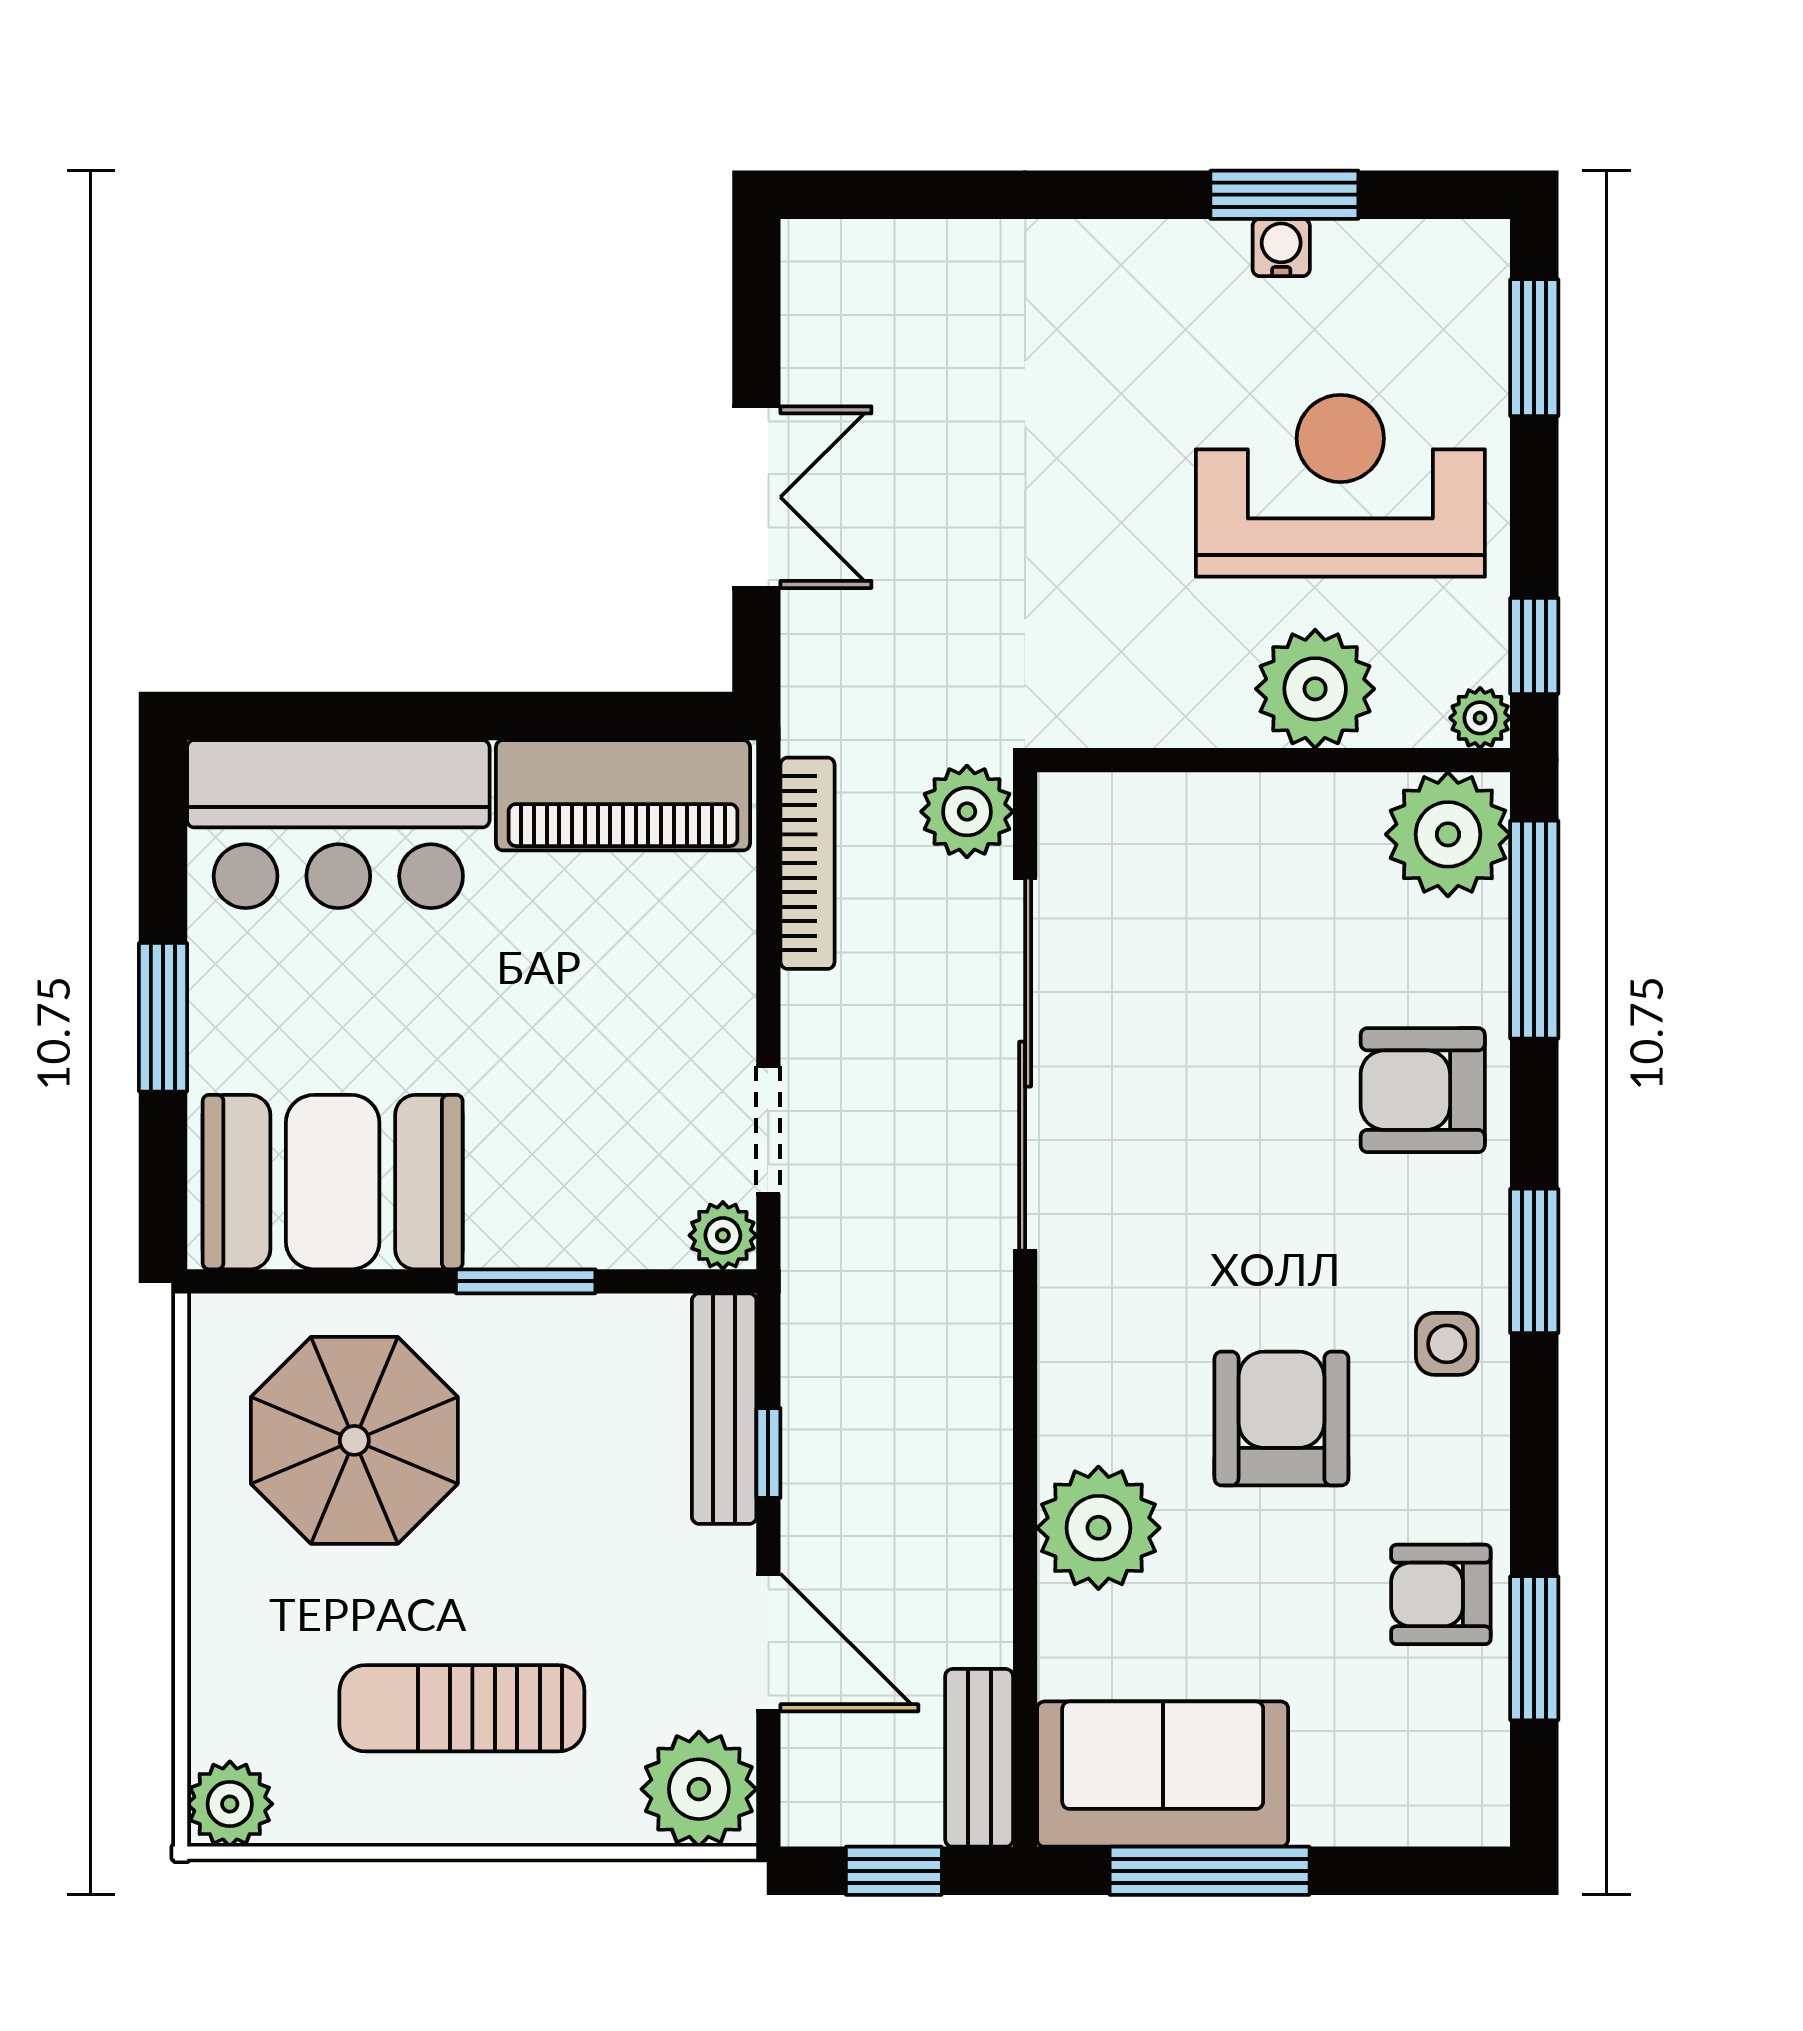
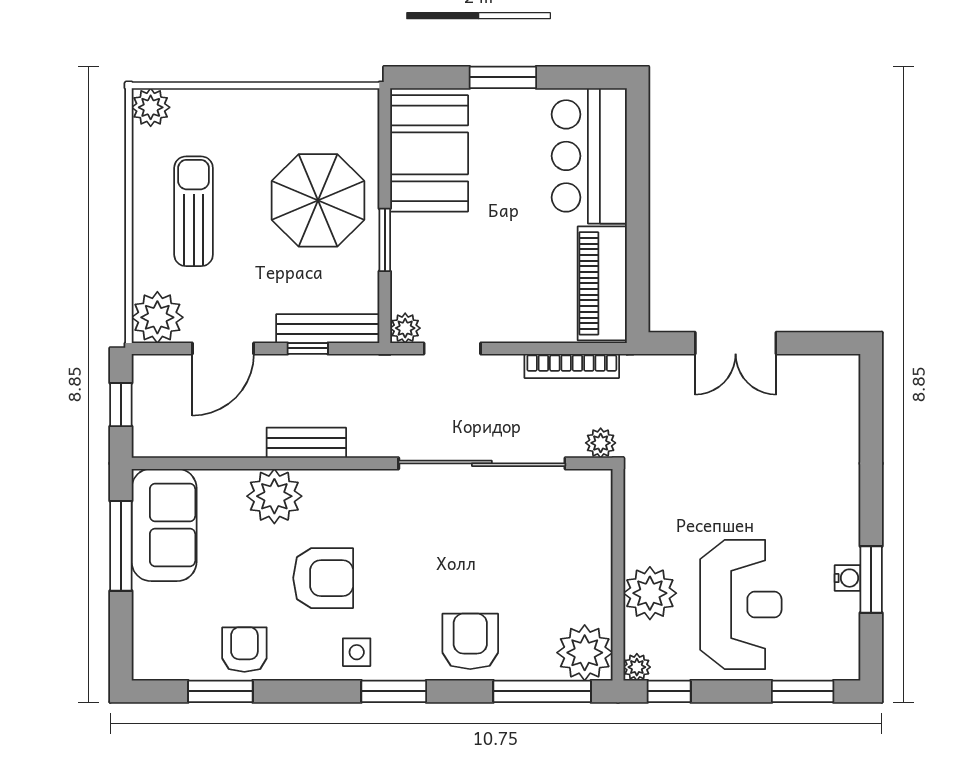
plant: (967, 812) -> (601, 443), width x0.73, depth x0.73
parasol: (354, 1440) -> (318, 200), moved
bench: (979, 1758) -> (306, 443), moved

